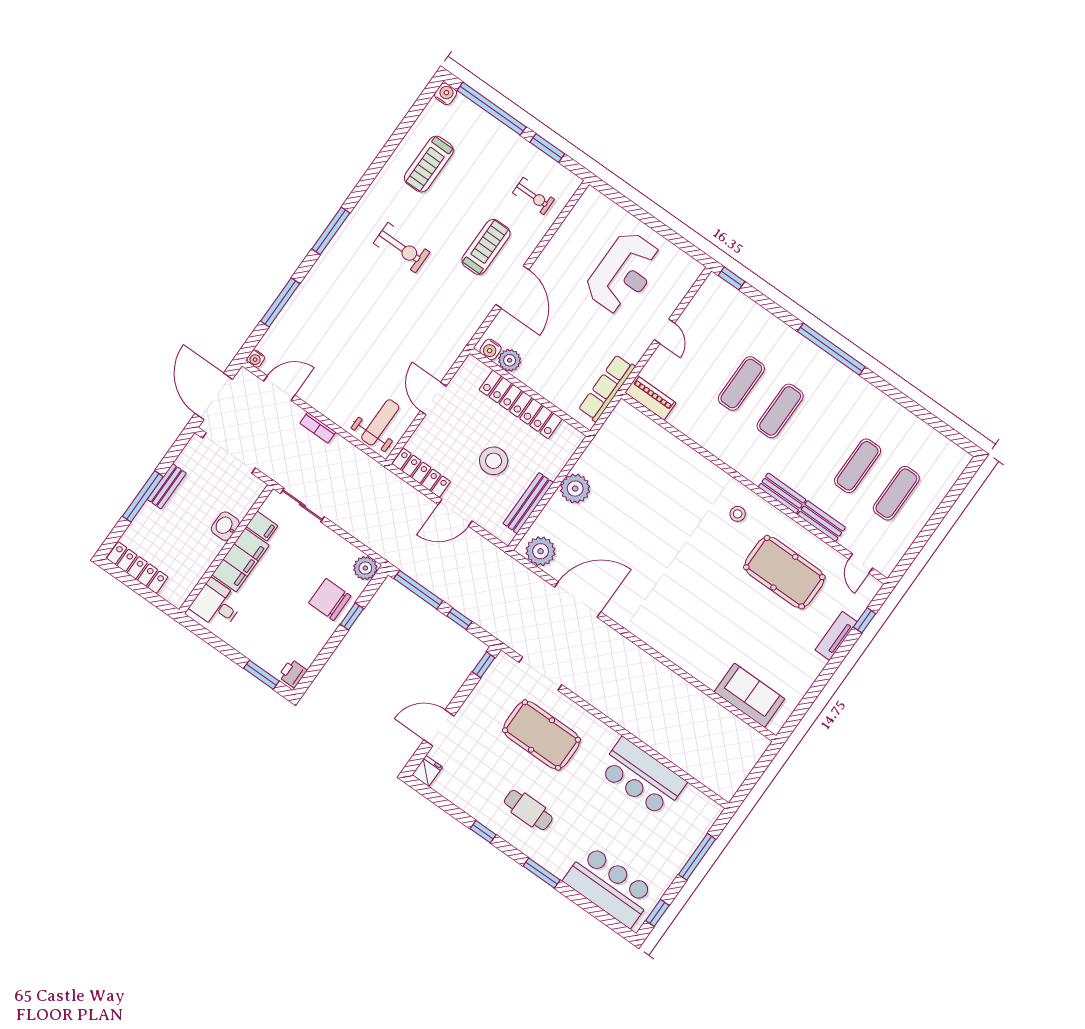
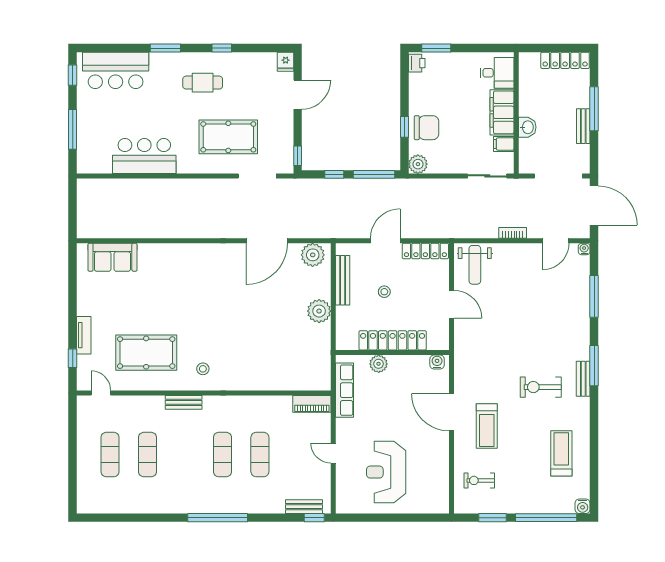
bench: (352, 225) -> (583, 379), added
plant: (510, 360) -> (379, 364), moved
stool: (494, 461) -> (384, 292), width x0.53, depth x0.53
bench: (821, 521) -> (304, 507), moved

